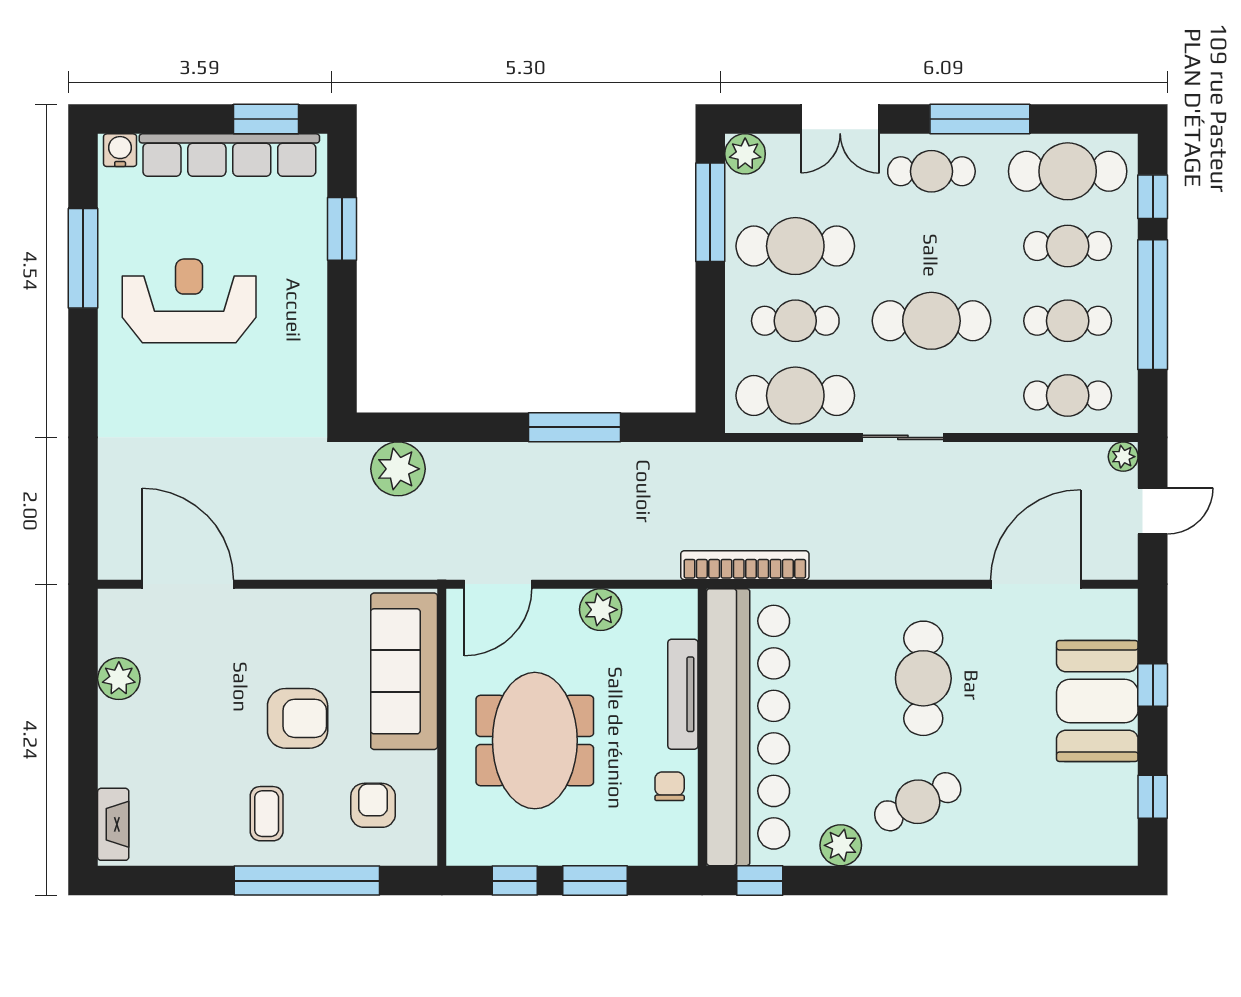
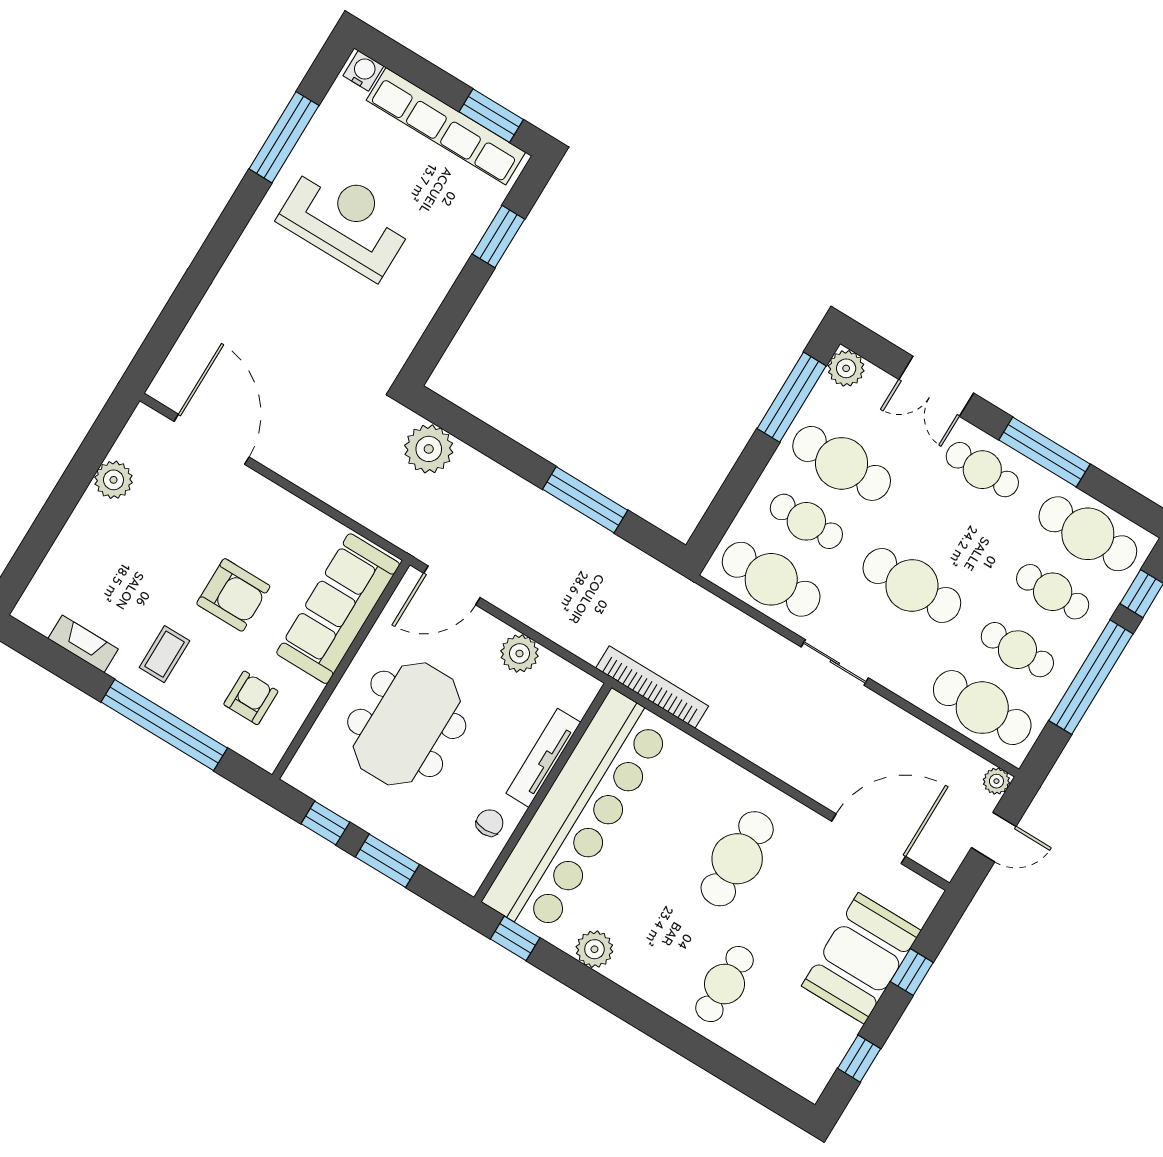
cafe table: (1068, 396) -> (982, 708), width x1.37, depth x1.35
cafe table: (918, 802) -> (724, 984), moved, turned -64
fireplace: (113, 824) -> (83, 644), moved, turned -90

